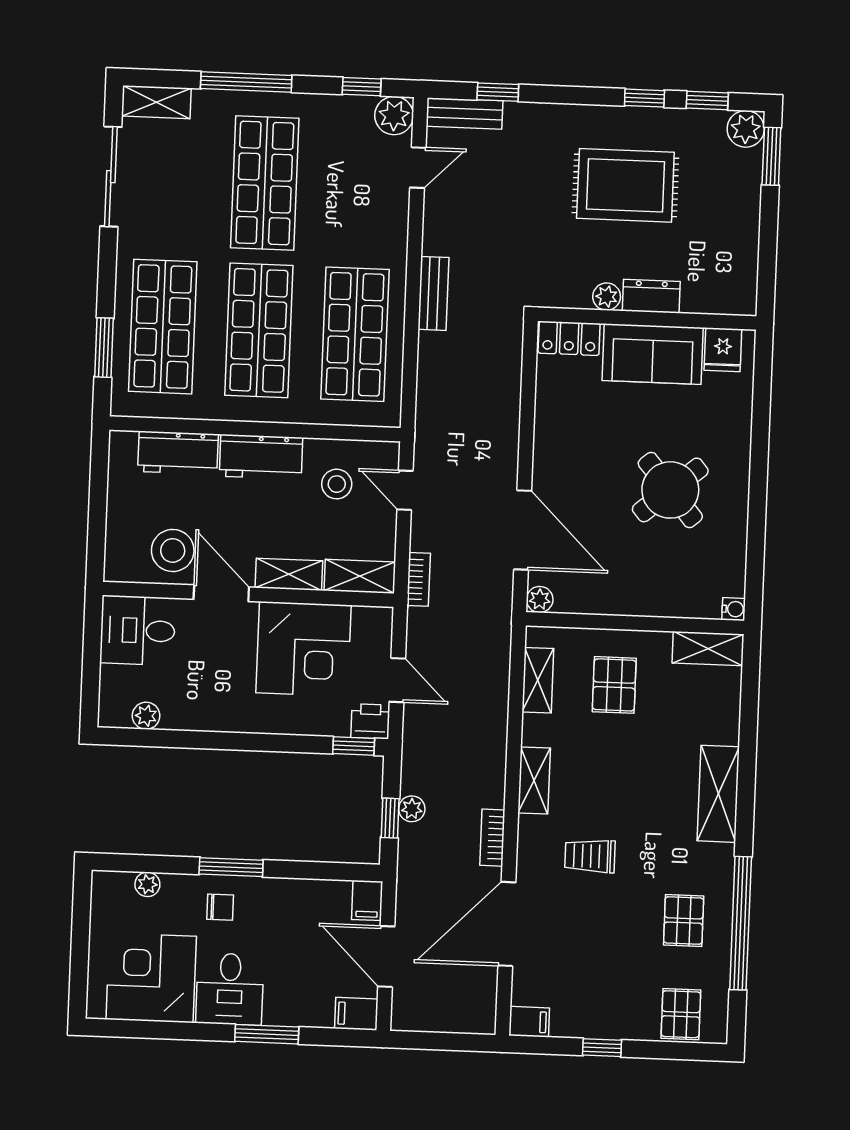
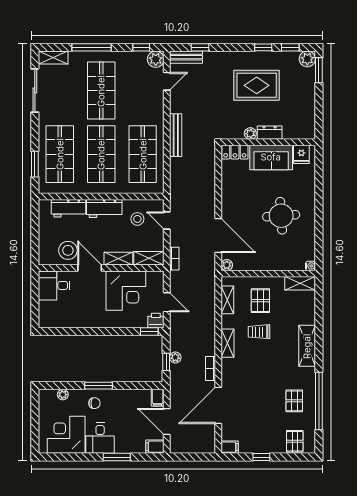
bench: (433, 293) -> (176, 135), width x1.36
round table: (670, 490) -> (281, 216), turned 36
plant: (146, 716) -> (59, 322), removed
trolley: (590, 856) -> (259, 332), moved

